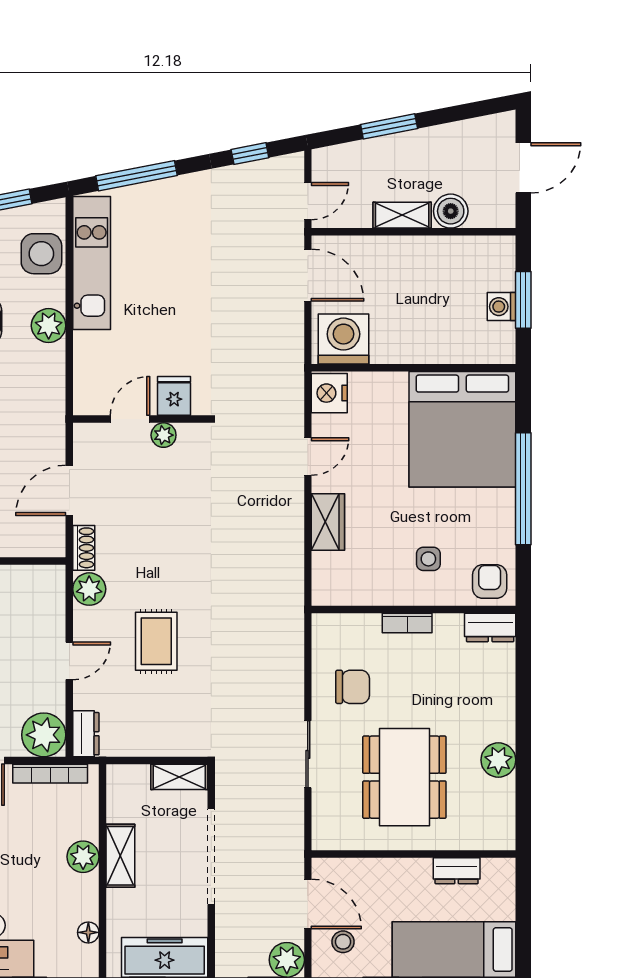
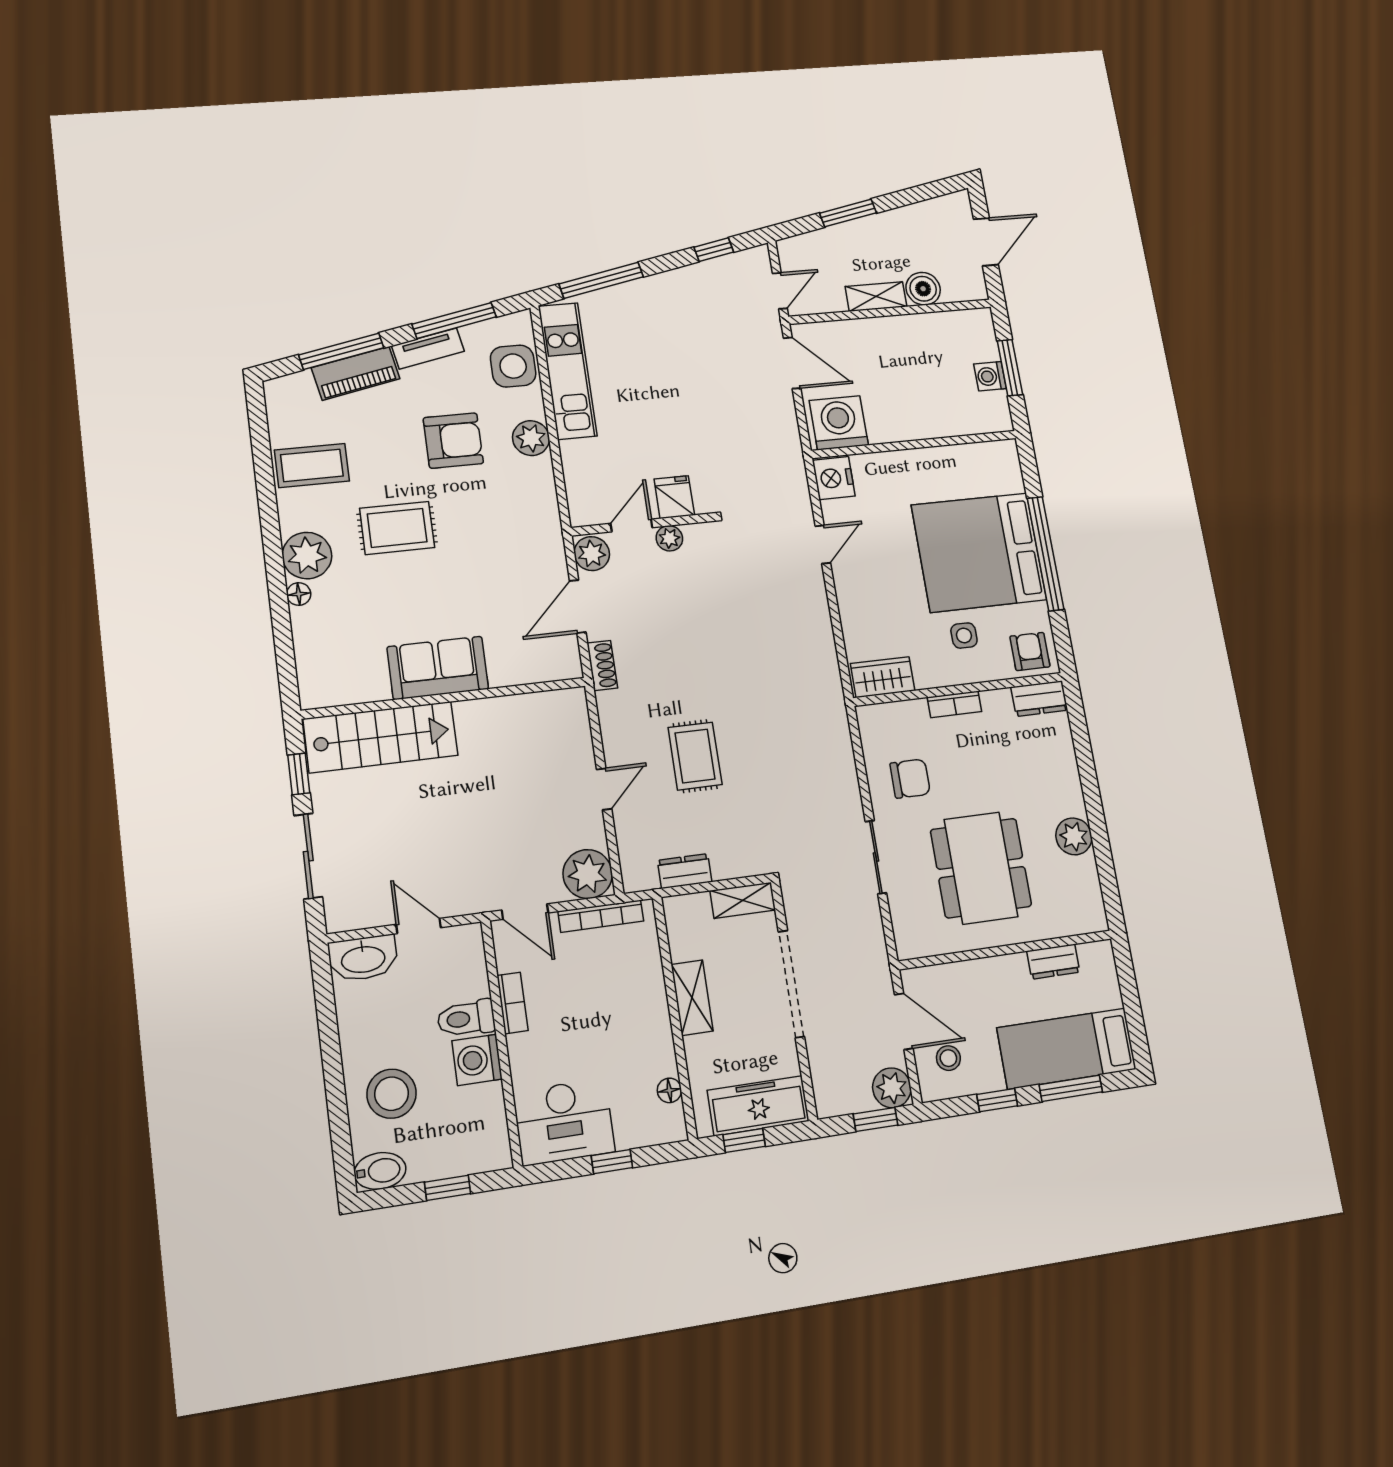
bed: (462, 429) -> (979, 552), moved, turned 90
wardrobe: (328, 522) -> (883, 677), moved, turned -90
plant: (89, 589) -> (592, 554), moved
dresser: (86, 734) -> (685, 871), moved, turned -90
plant: (83, 857) -> (651, 1005), removed

